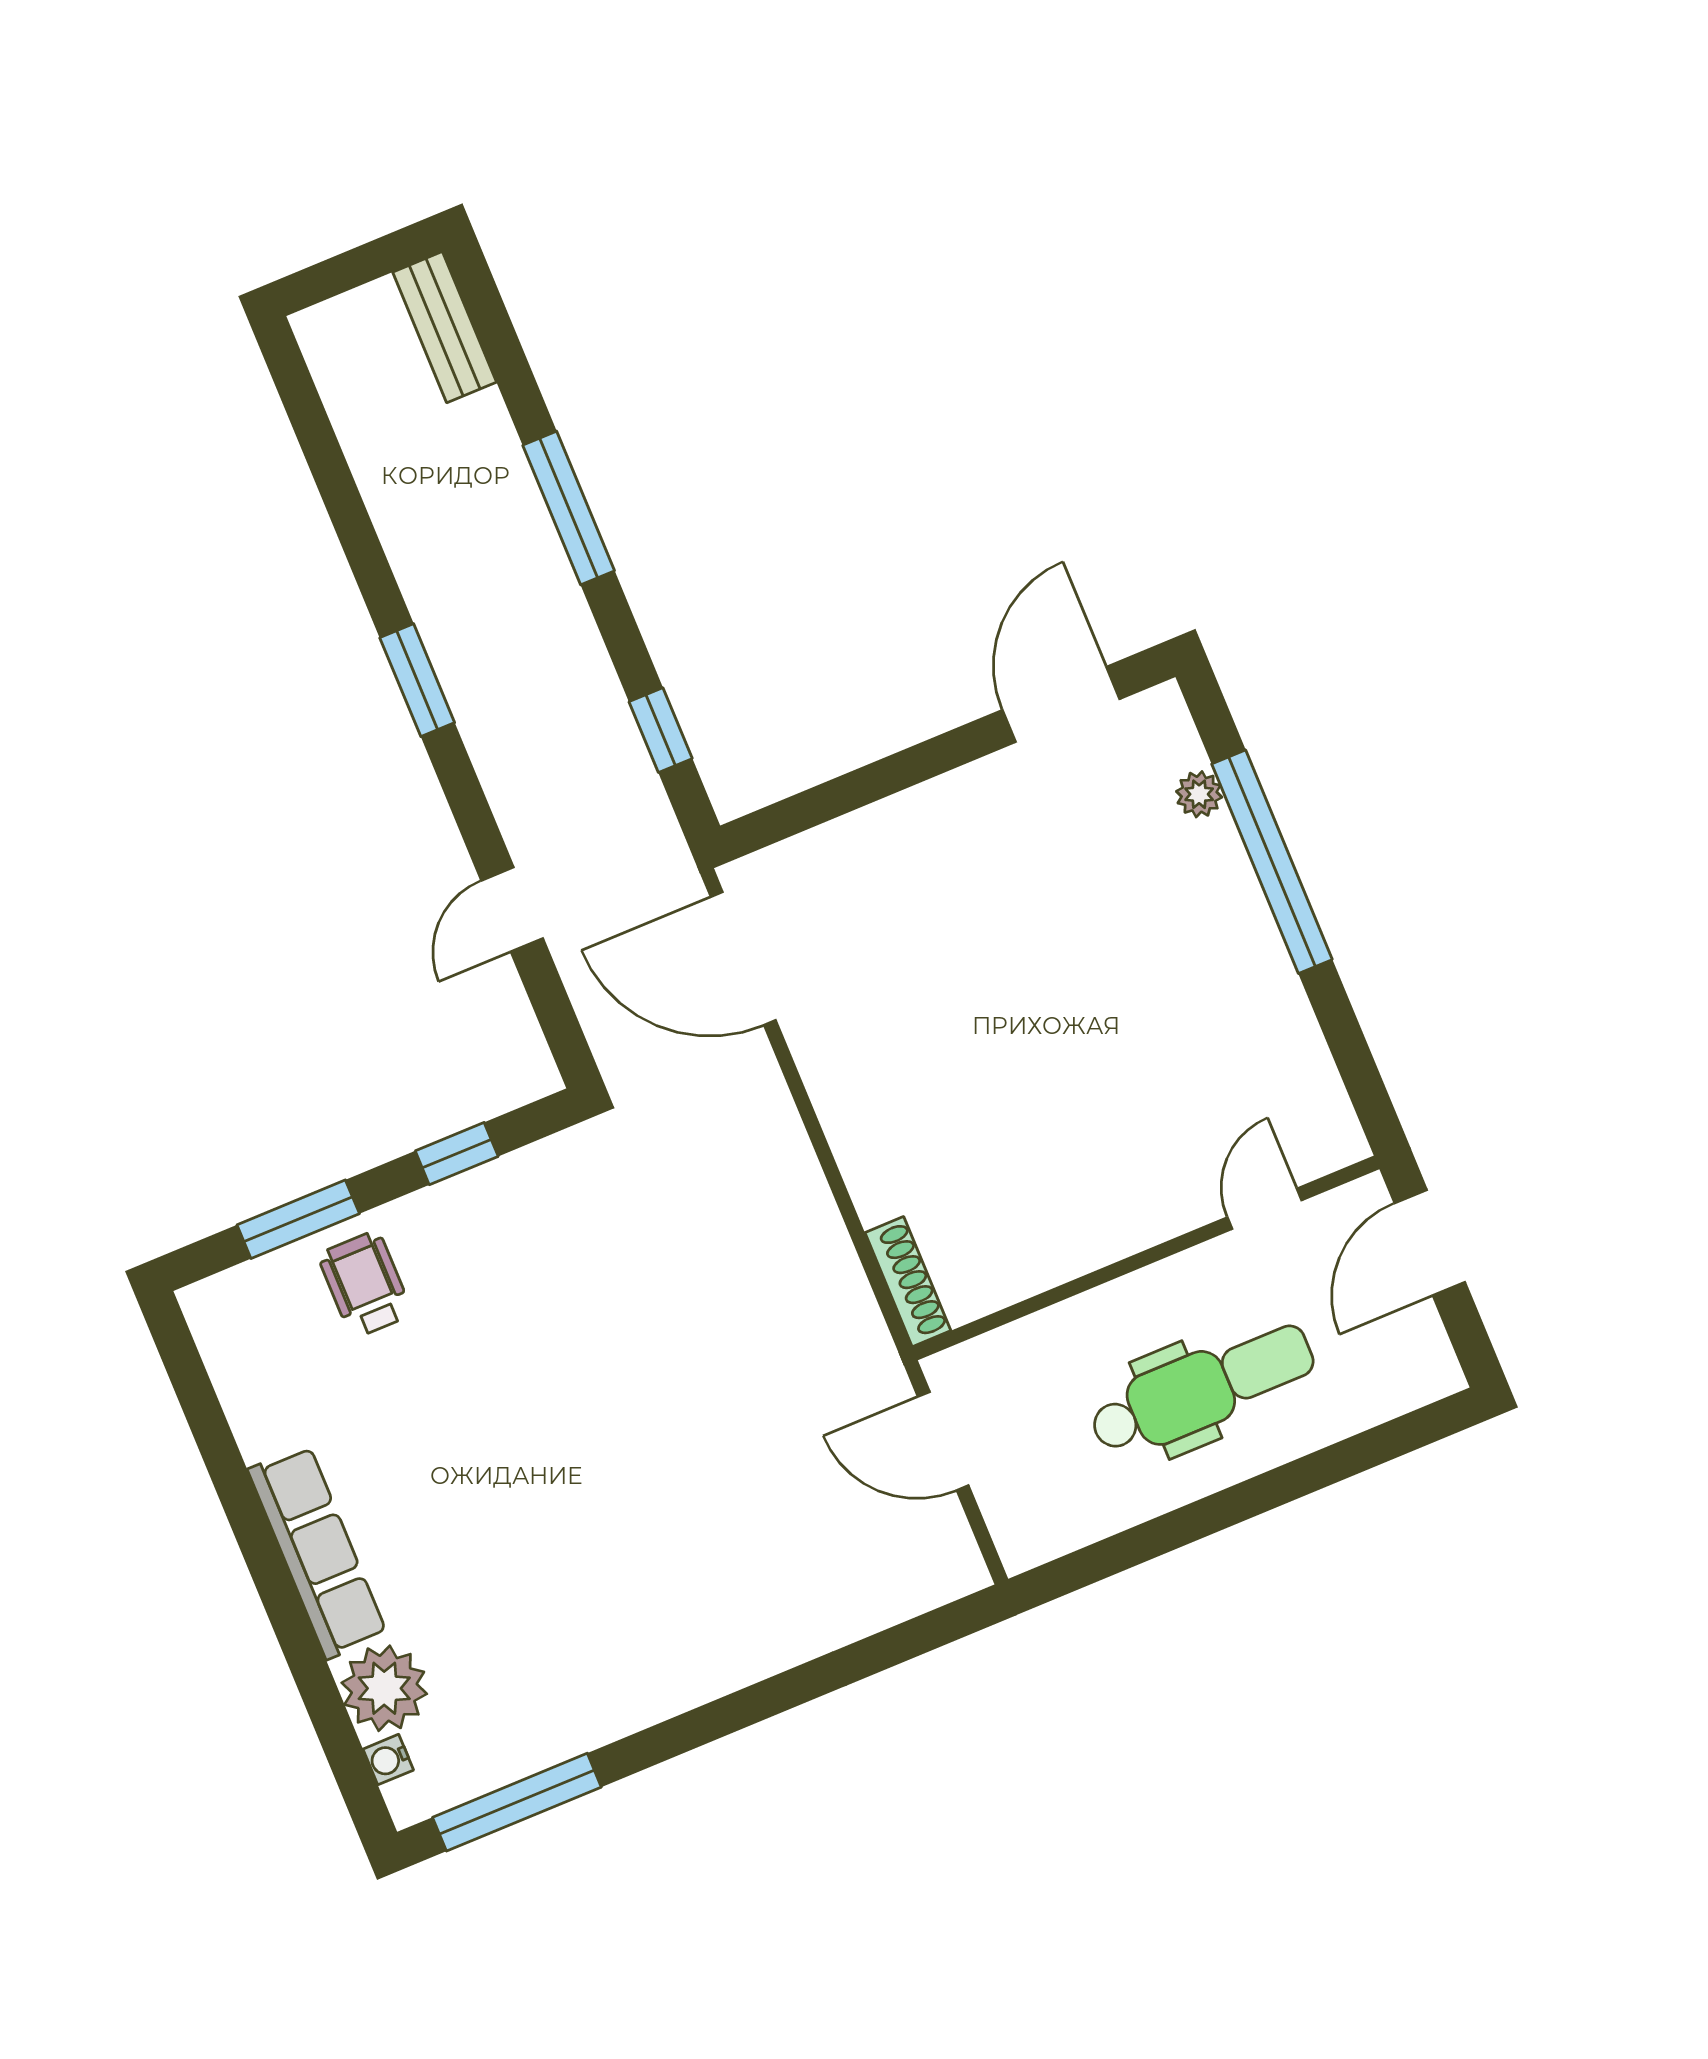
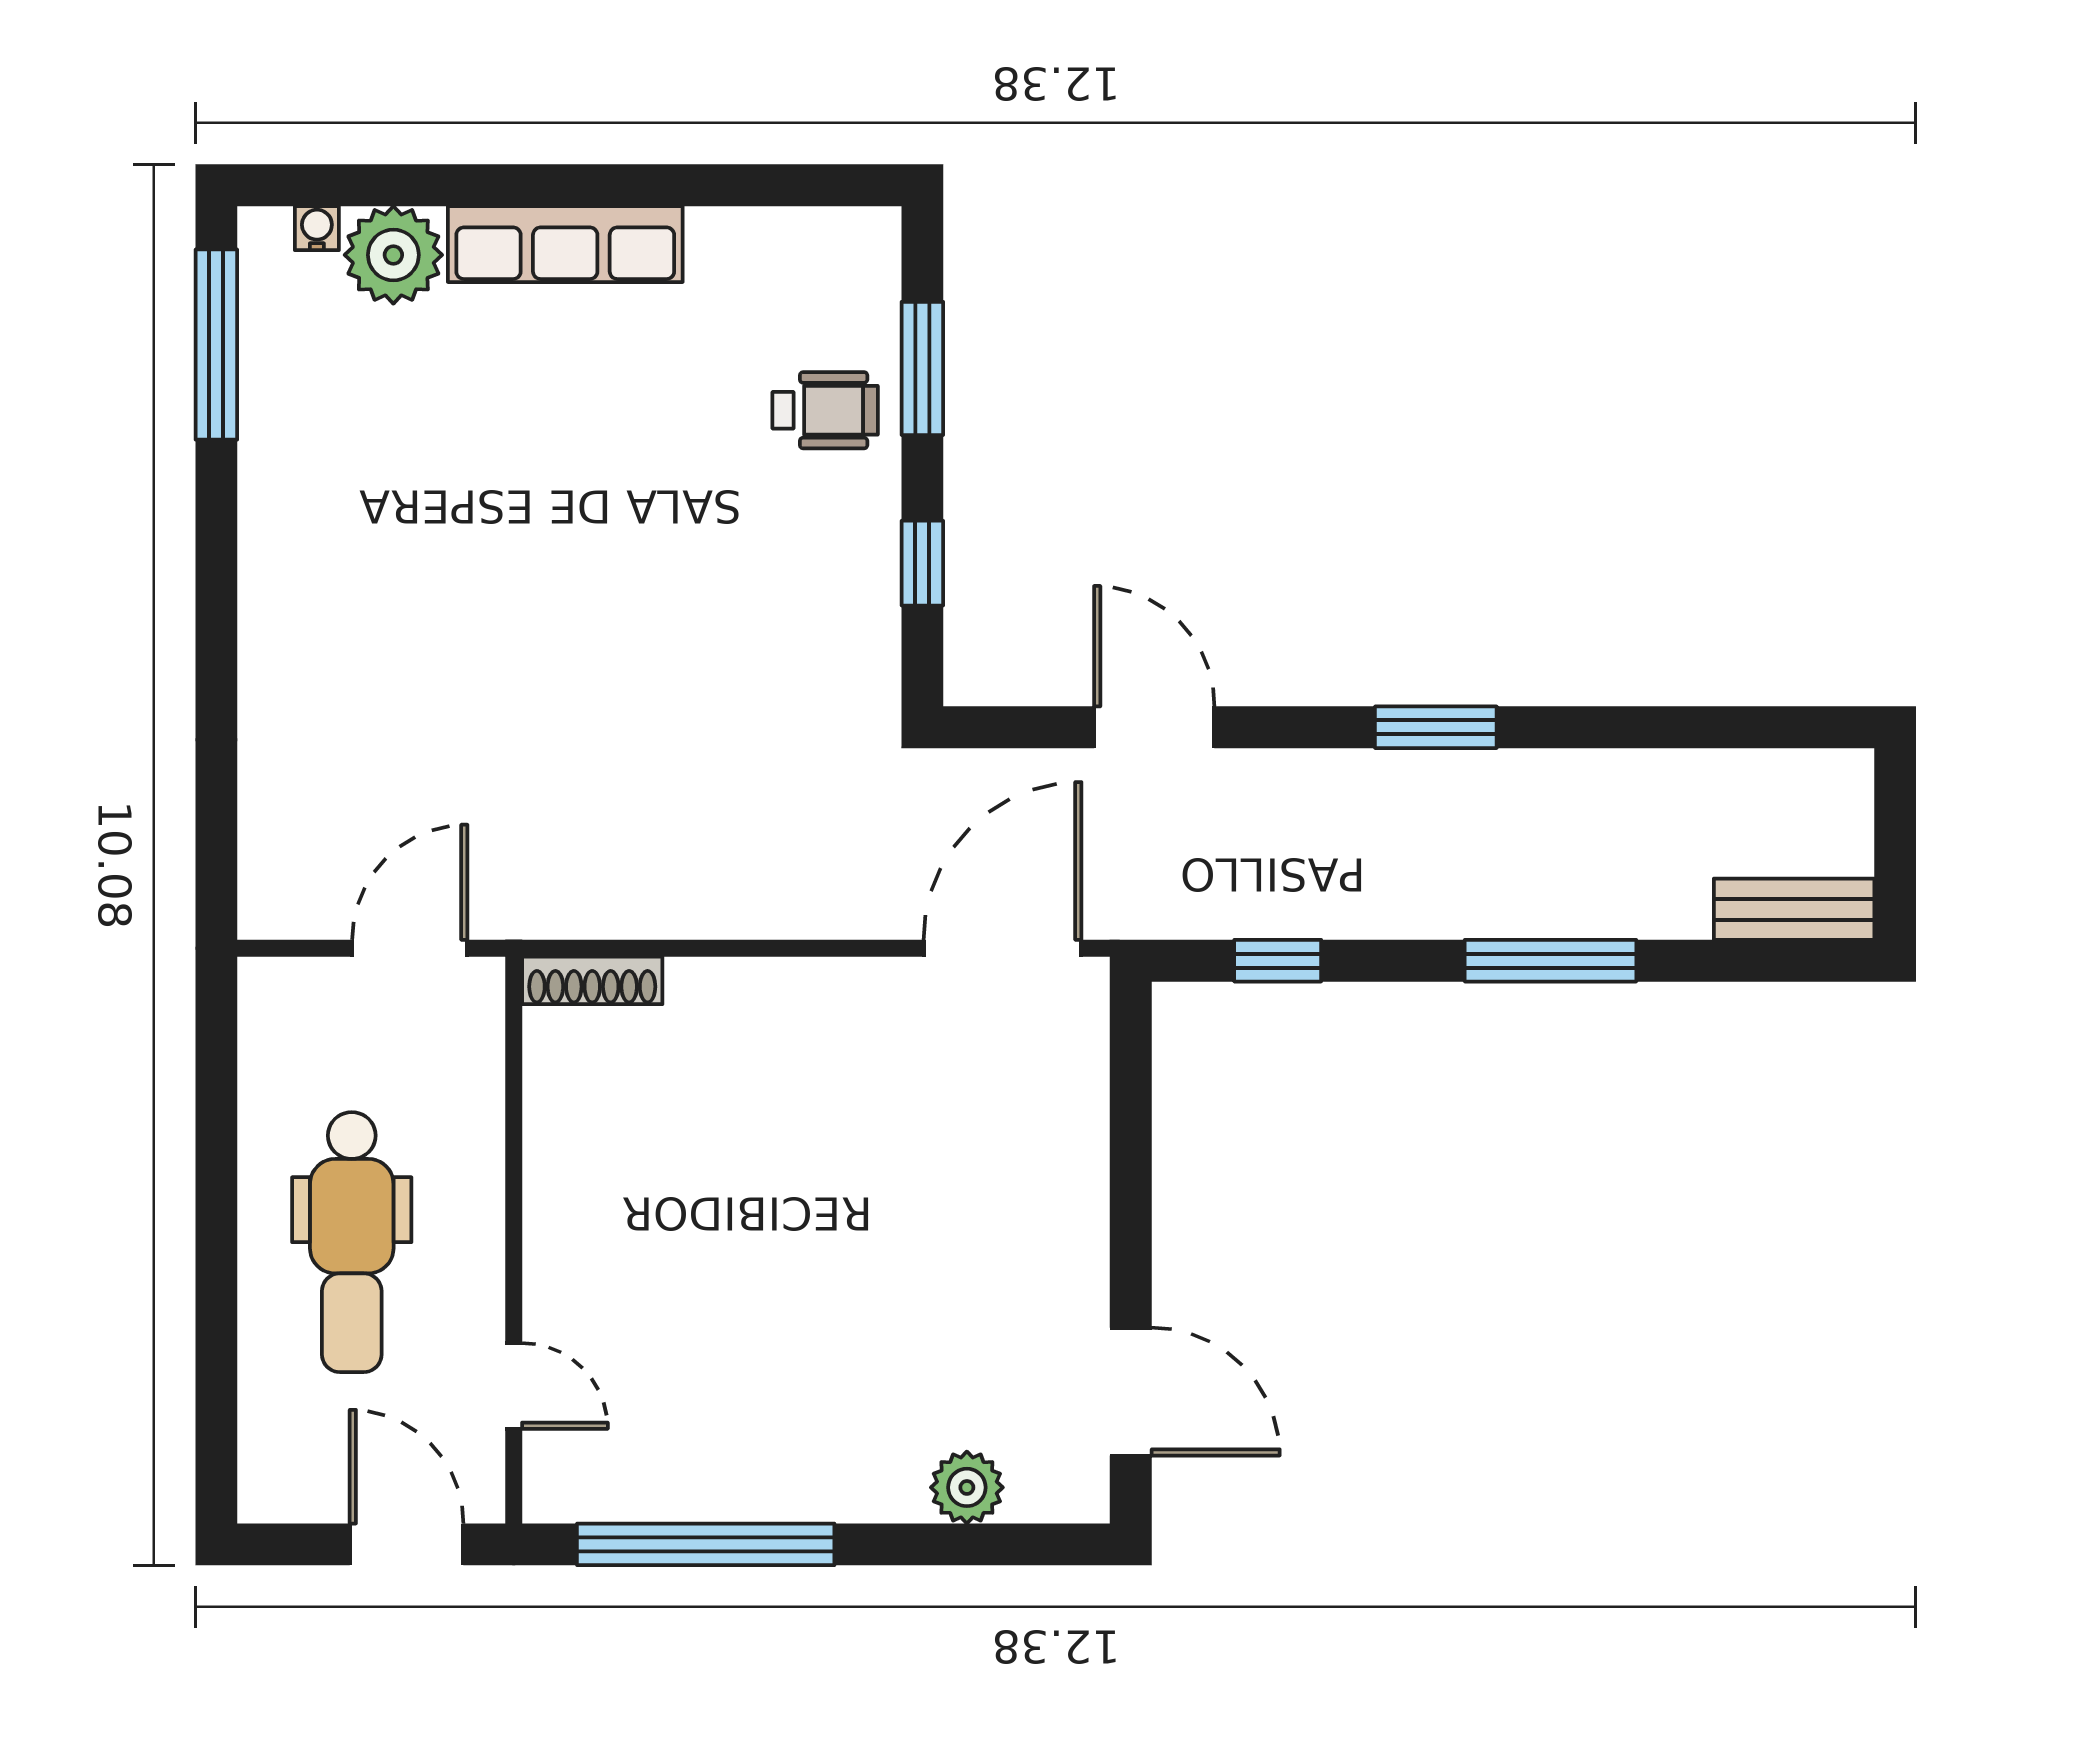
plant: (1199, 794) -> (967, 1487), width x1.38, depth x1.38
window: (1272, 862) -> (706, 1544), moved
door: (512, 909) -> (1154, 727), width x1.38

